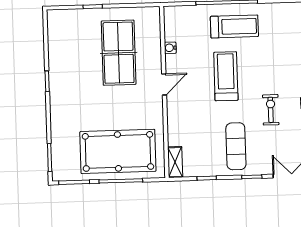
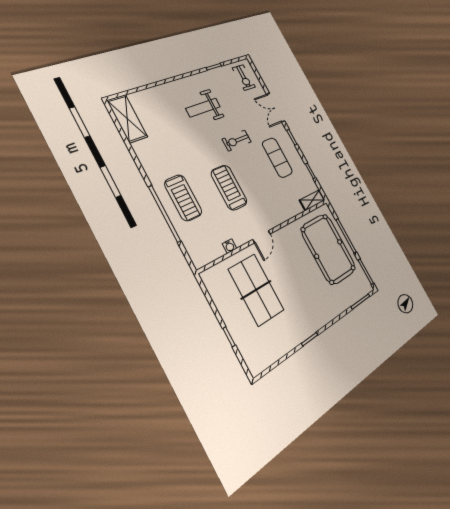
treadmill: (234, 26) -> (183, 198), turned 180
table tennis table: (119, 53) -> (256, 290), turned 90
treadmill: (226, 76) -> (229, 188), turned 90
door: (164, 84) -> (262, 237), swing flipped
exercise mat: (236, 146) -> (277, 158), turned 90

